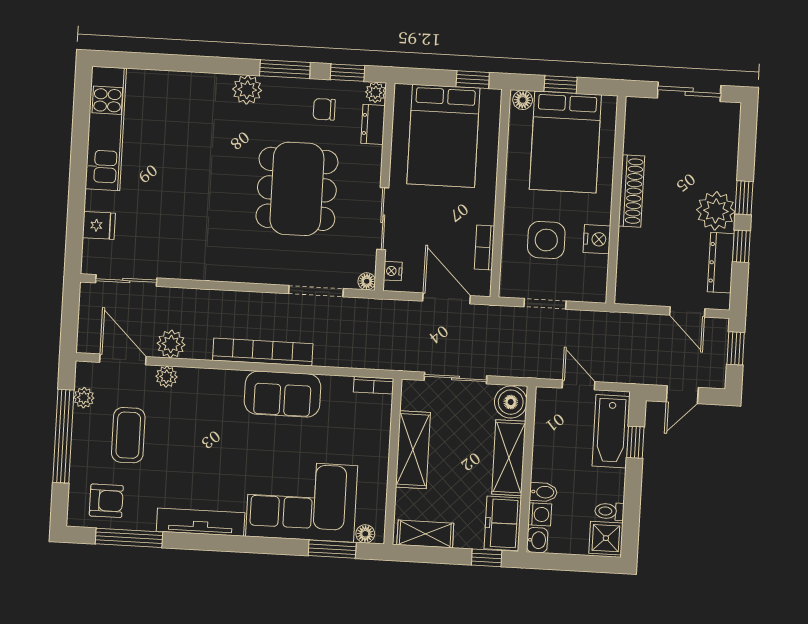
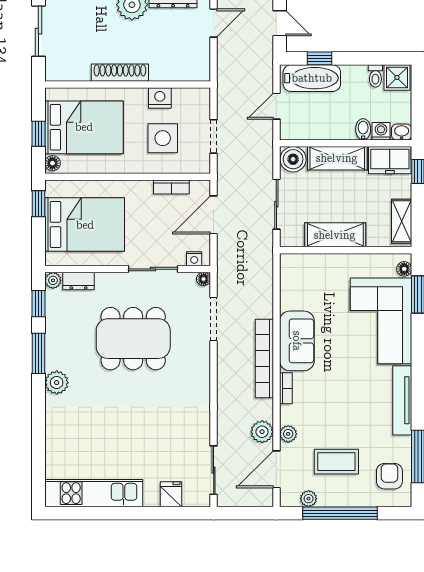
chair: (324, 109) -> (69, 320), removed
bookcase: (374, 385) -> (286, 388), moved

